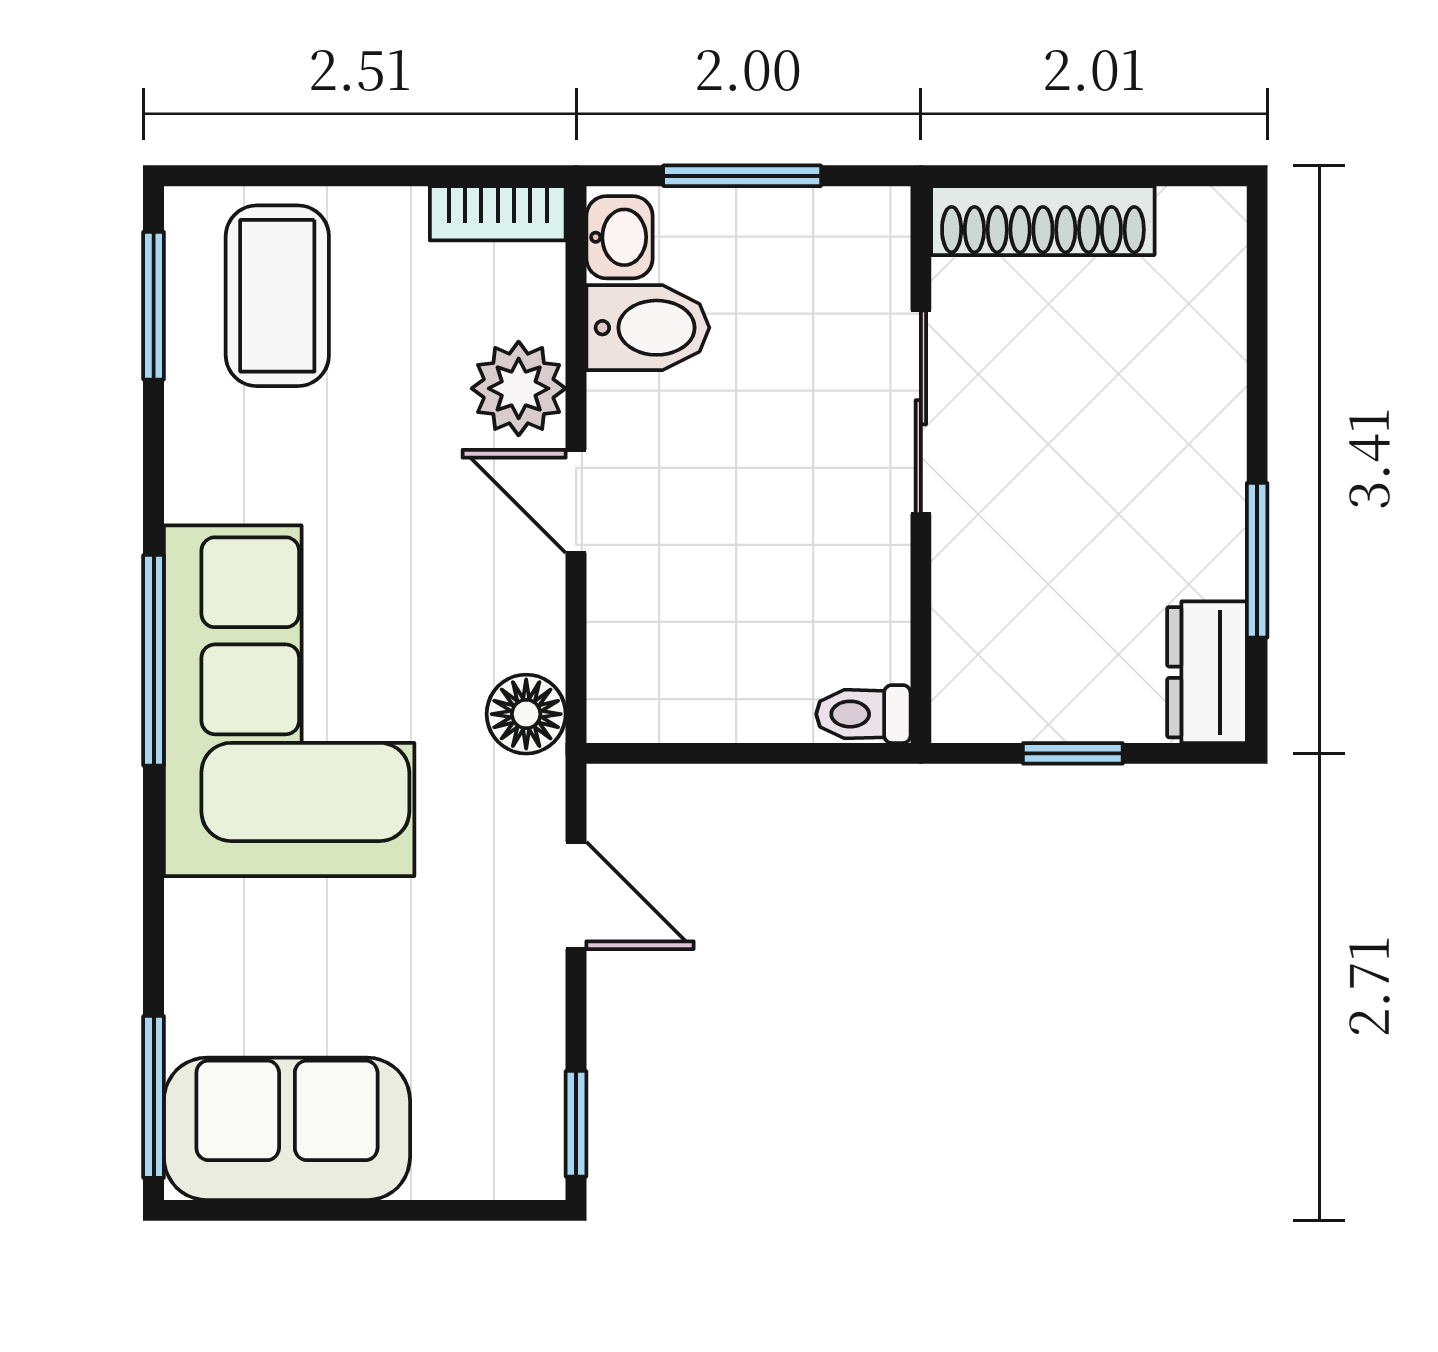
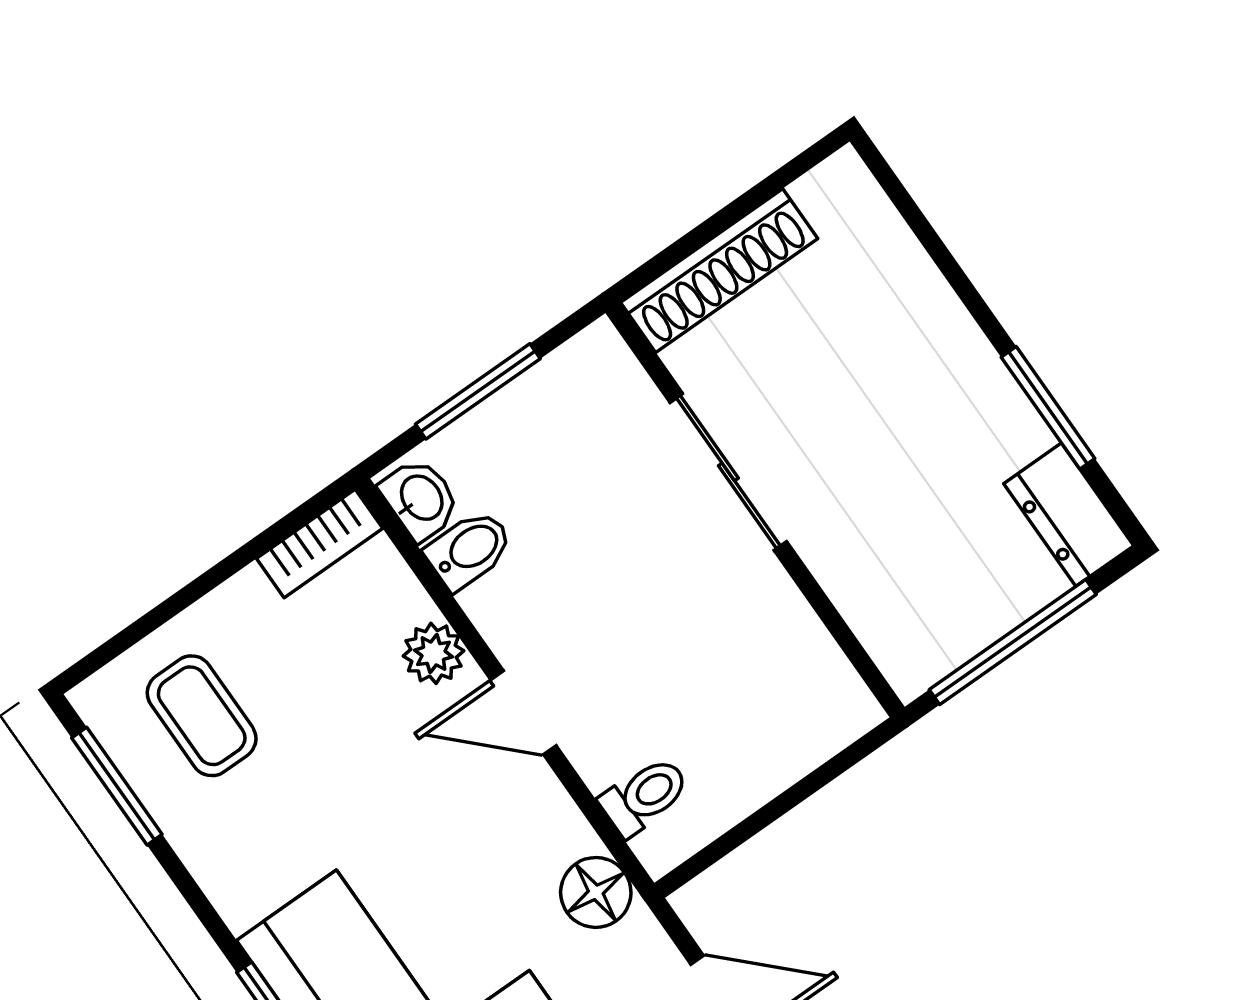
coffee table: (277, 296) -> (202, 716), width x0.73, depth x0.77
bidet: (648, 328) -> (469, 550), width x0.72, depth x0.74
plant: (519, 388) -> (433, 653), width x0.73, depth x0.73
toilet: (863, 714) -> (645, 796), moved, turned 180
window: (1073, 753) -> (1013, 642), width x2.17

